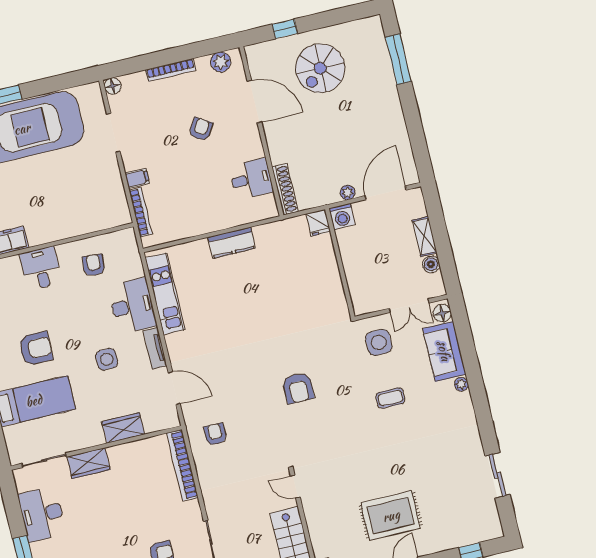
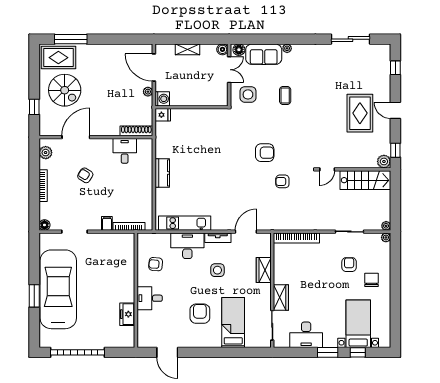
rug: (367, 47) -> (58, 58), added
boiler: (431, 264) -> (222, 49), moved
armchair: (215, 434) -> (282, 181), moved
sliding door: (498, 475) -> (351, 39), width x1.37

